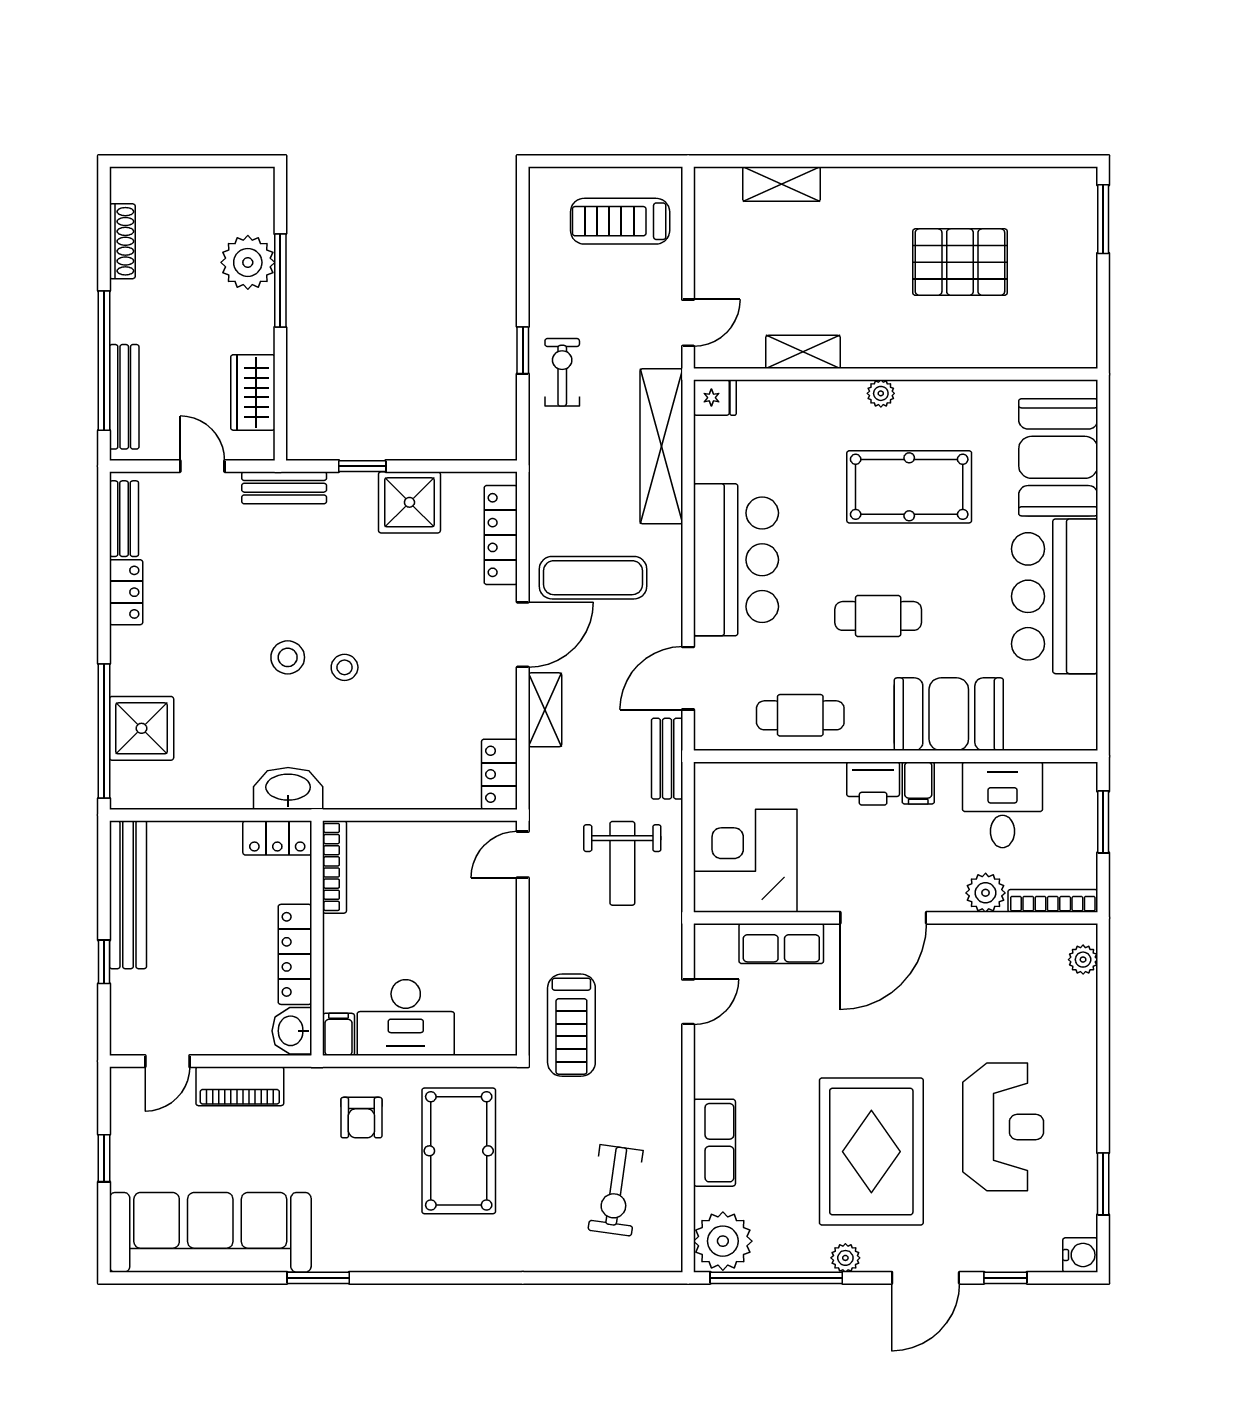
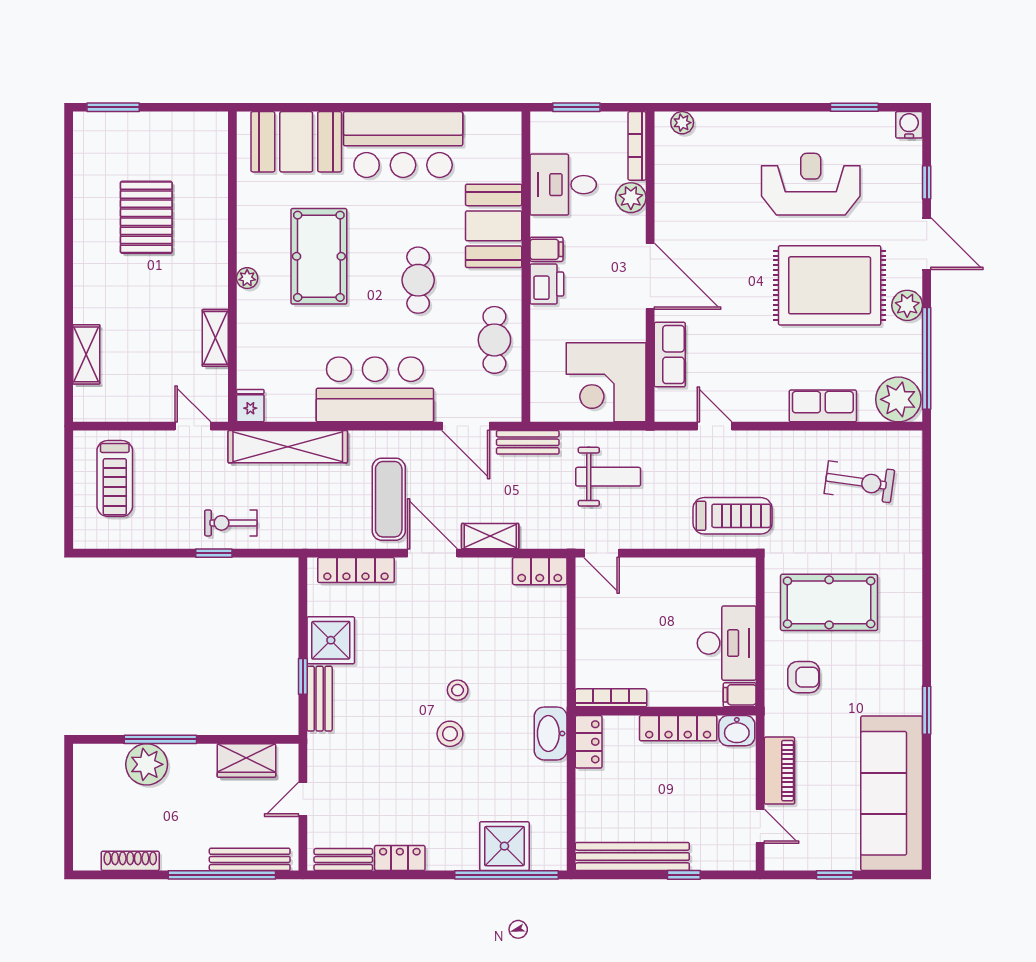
bench: (284, 488) -> (320, 699), moved
plant: (845, 1258) -> (907, 305), width x1.38, depth x1.38

